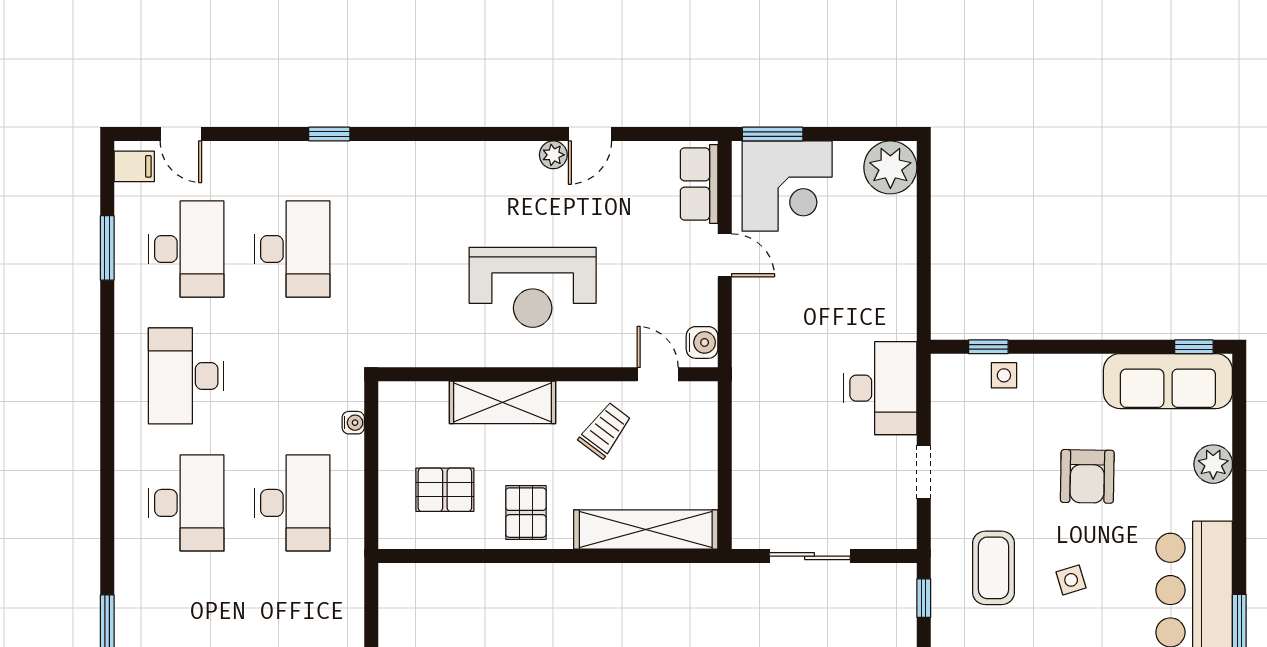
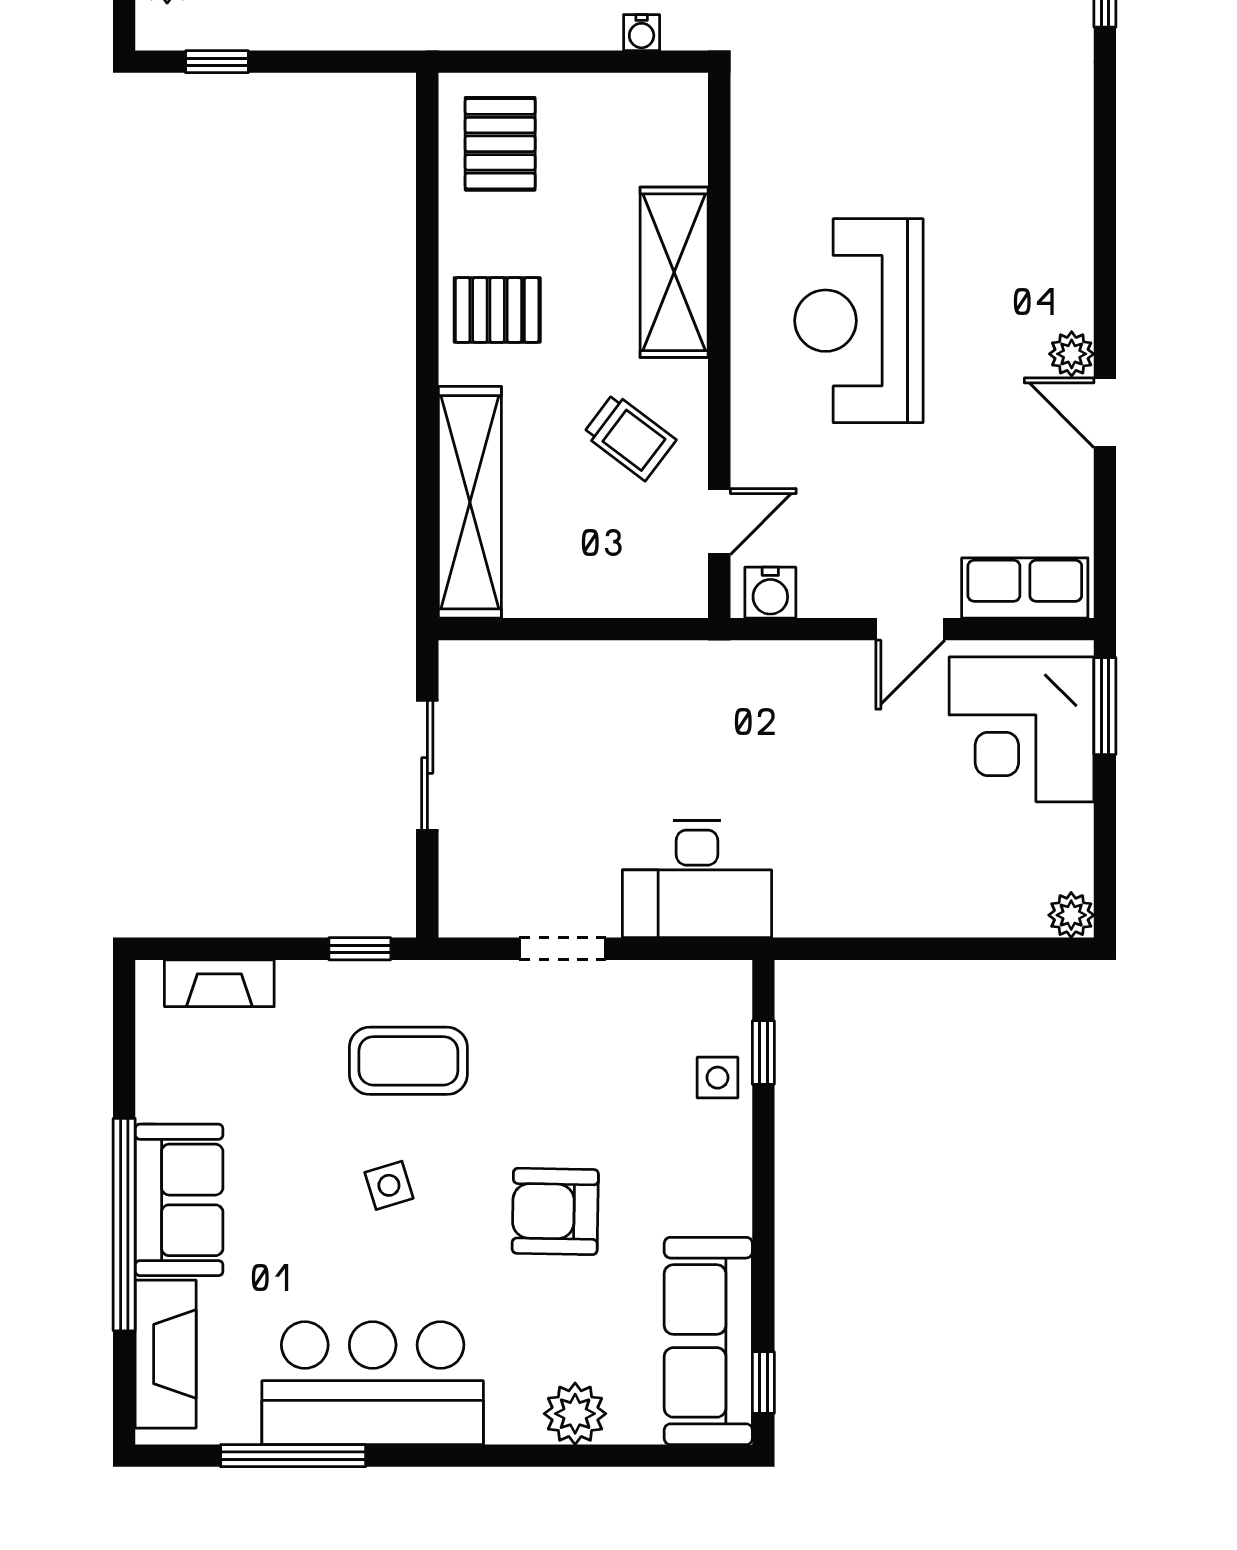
plant: (890, 167) -> (1071, 915), width x0.53, depth x0.53
pallet: (445, 490) -> (500, 144), moved

